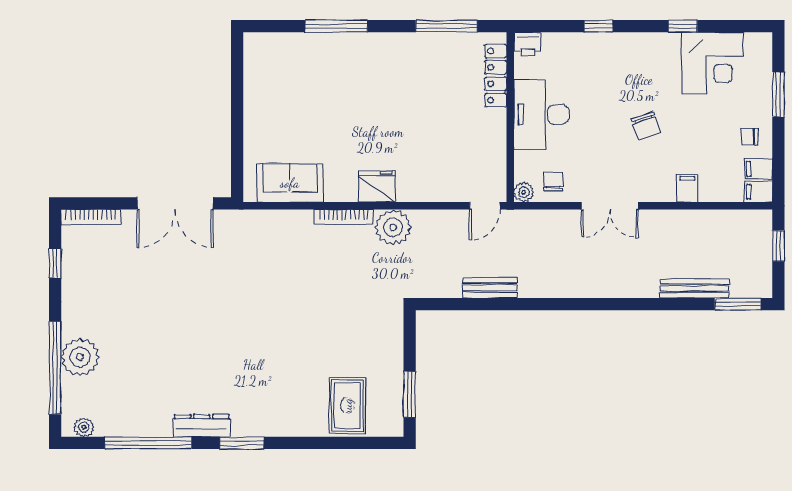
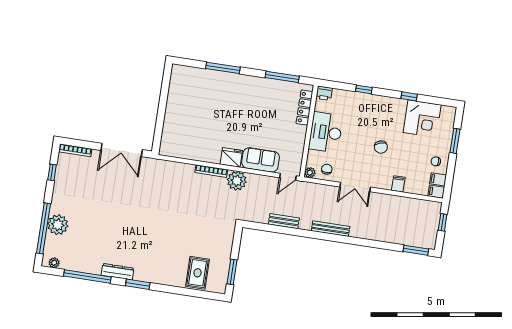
sofa: (290, 183) -> (261, 160), moved
bench: (694, 288) -> (331, 229), moved

